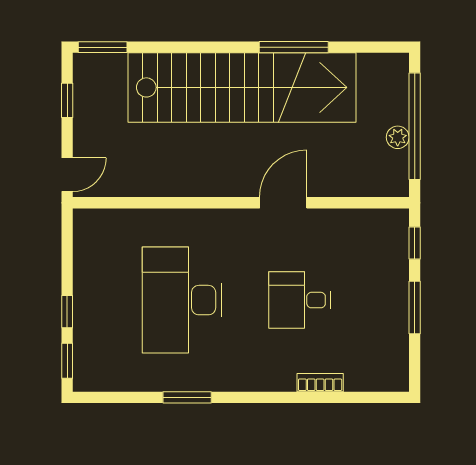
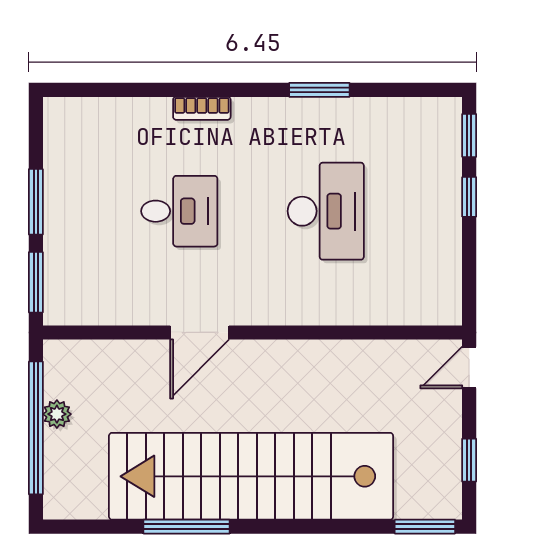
window: (415, 243) -> (36, 282), width x1.50
desk: (182, 300) -> (326, 211), width x0.73, depth x0.77
bookcase: (320, 383) -> (202, 108), moved

